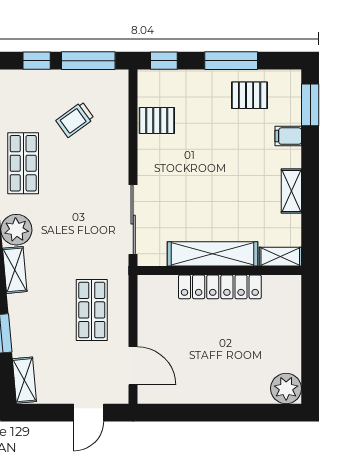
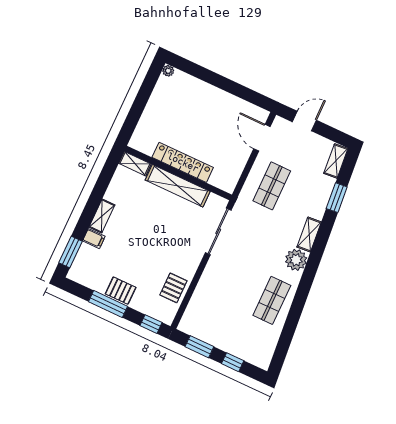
window: (88, 61) -> (199, 347), width x0.69
pallet: (250, 95) -> (121, 291), moved
trolley: (75, 119) -> (226, 313), removed
pallet: (157, 120) -> (173, 288), turned 90
shelving: (291, 191) -> (102, 216), moved
plant: (286, 388) -> (168, 71), width x0.53, depth x0.53

